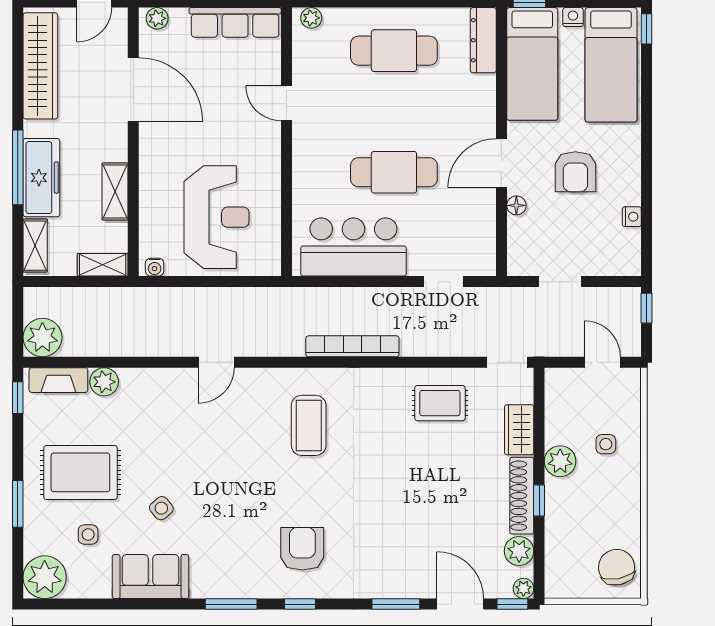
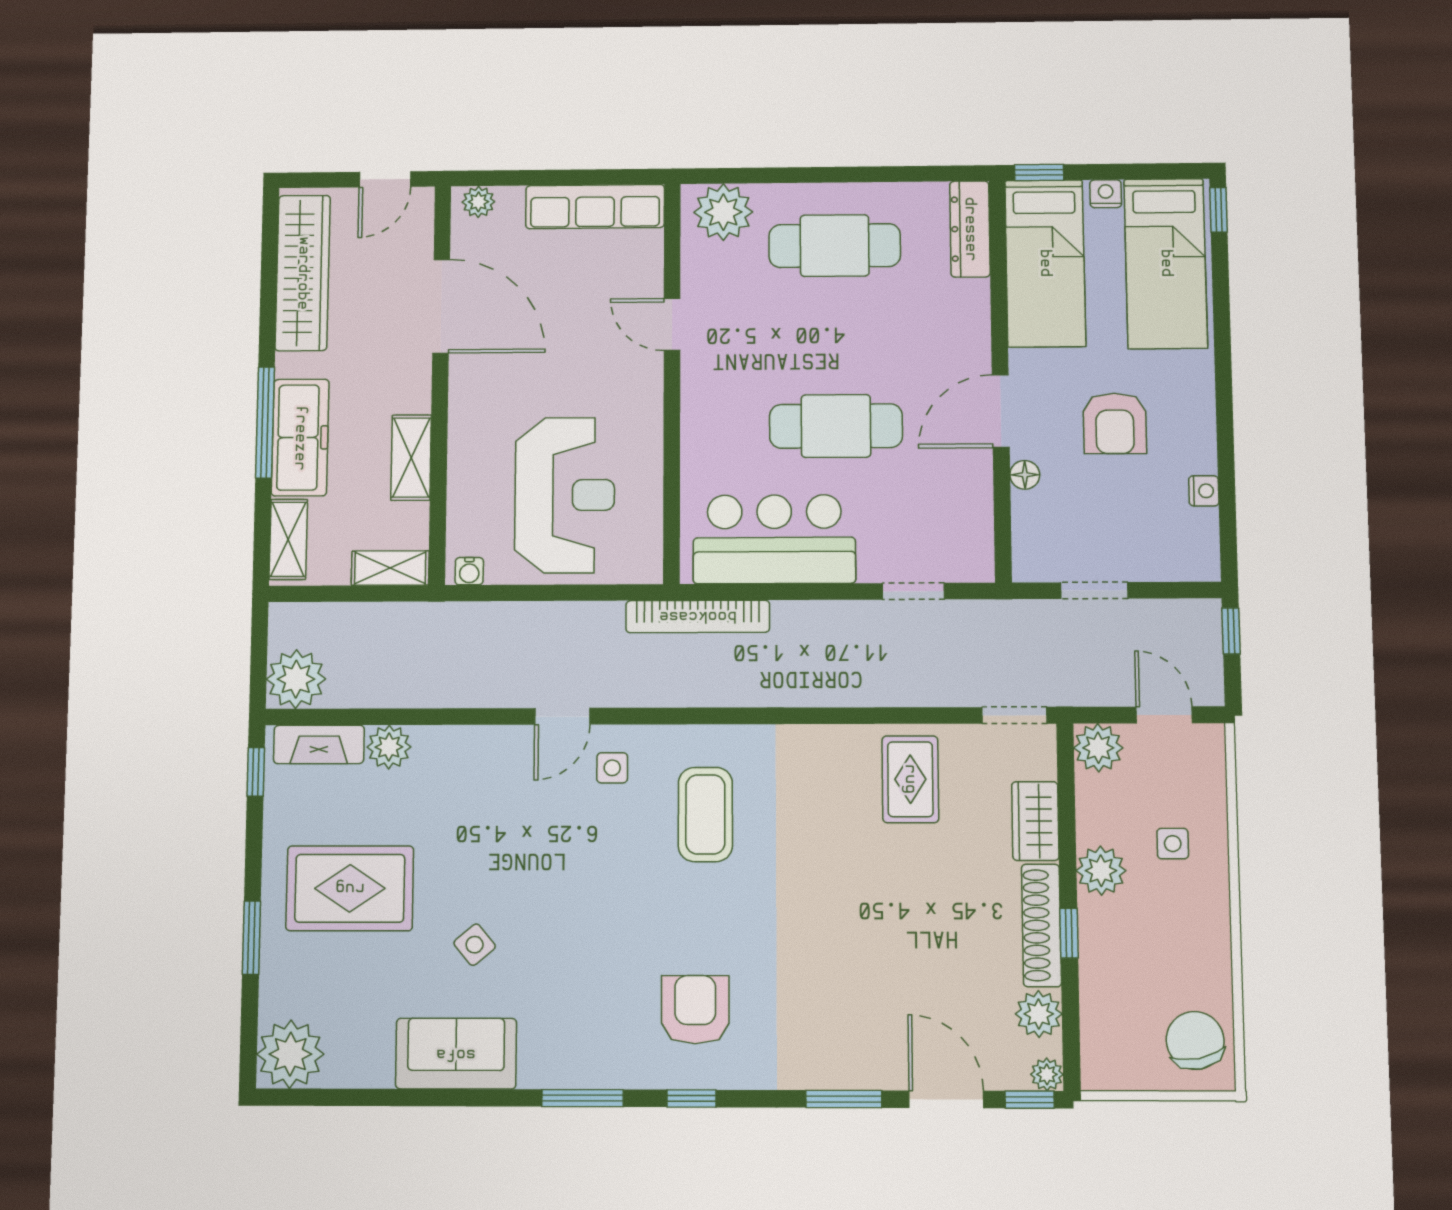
plant: (311, 18) -> (723, 212), width x1.87, depth x1.87
bookcase: (352, 346) -> (698, 616), moved, turned 180
plant: (560, 383) -> (1098, 748), added
rug: (440, 403) -> (910, 779), turned 90
side table: (88, 535) -> (612, 768), moved

